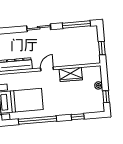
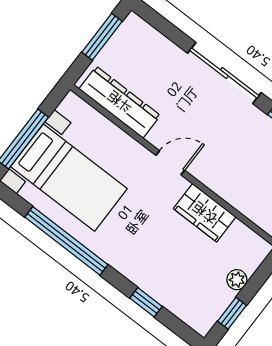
sliding door: (39, 28) -> (224, 73), width x1.37

